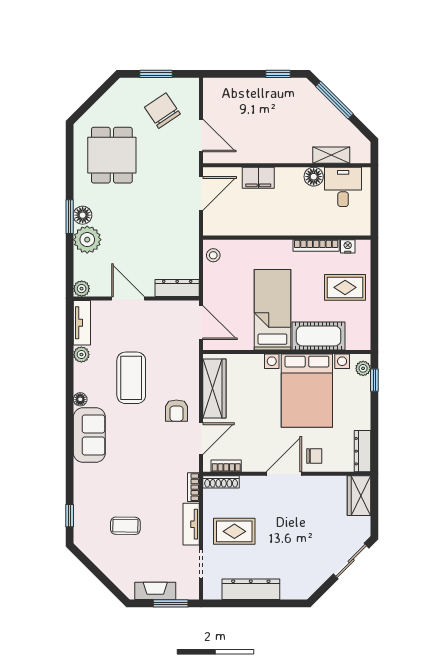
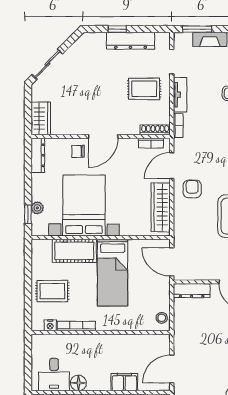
plant: (363, 368) -> (37, 208), moved
window: (267, 603) -> (117, 29), added

